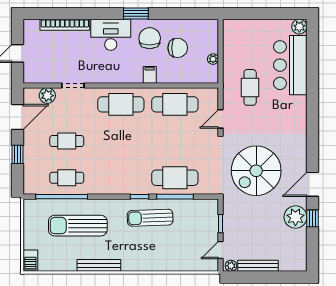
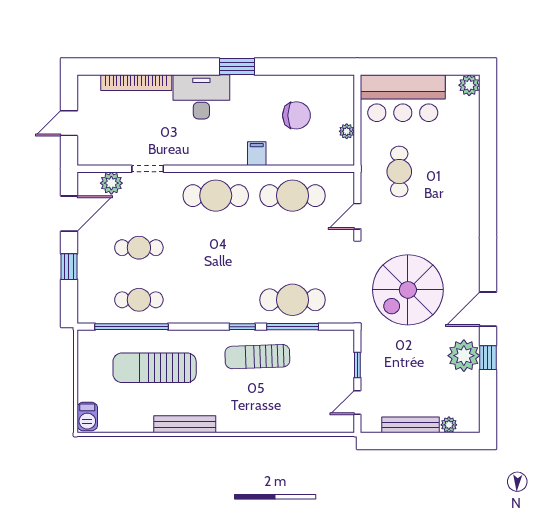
chair: (150, 38) -> (257, 102), removed
bar counter: (290, 65) -> (403, 98), moved, turned -90
plant: (231, 266) -> (449, 425), moved

